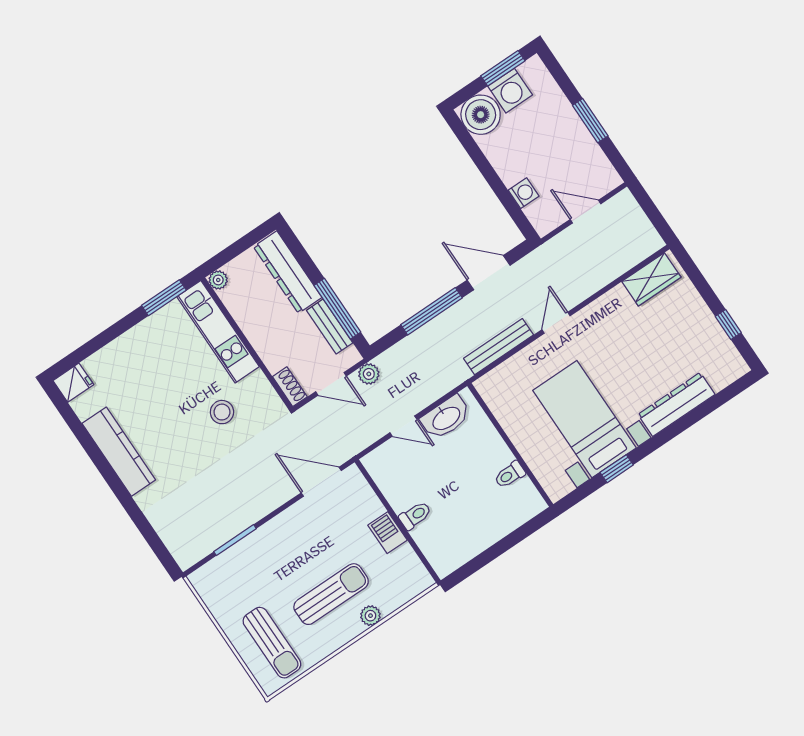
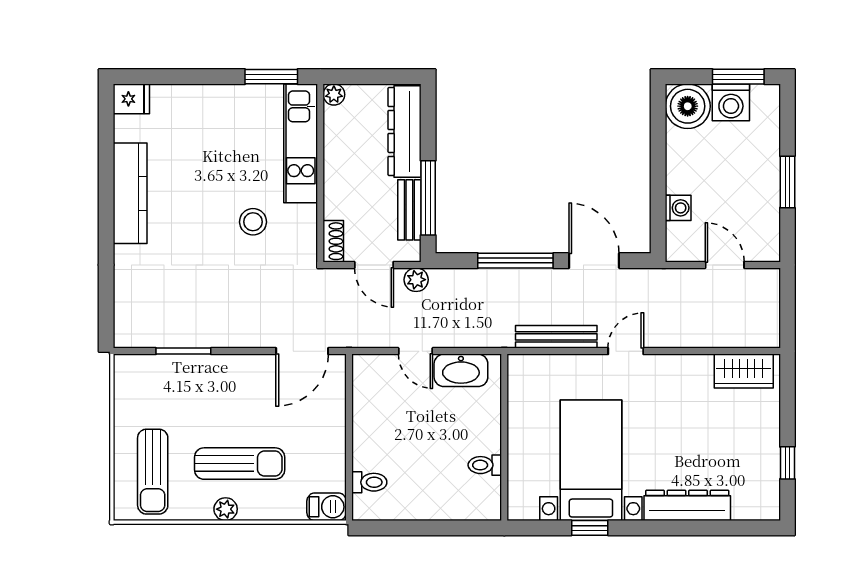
door: (321, 482) -> (302, 351), swing flipped
toilet: (415, 515) -> (369, 482), moved
barbecue: (388, 533) -> (327, 507), moved, turned 90
plant: (370, 616) -> (226, 509), moved

